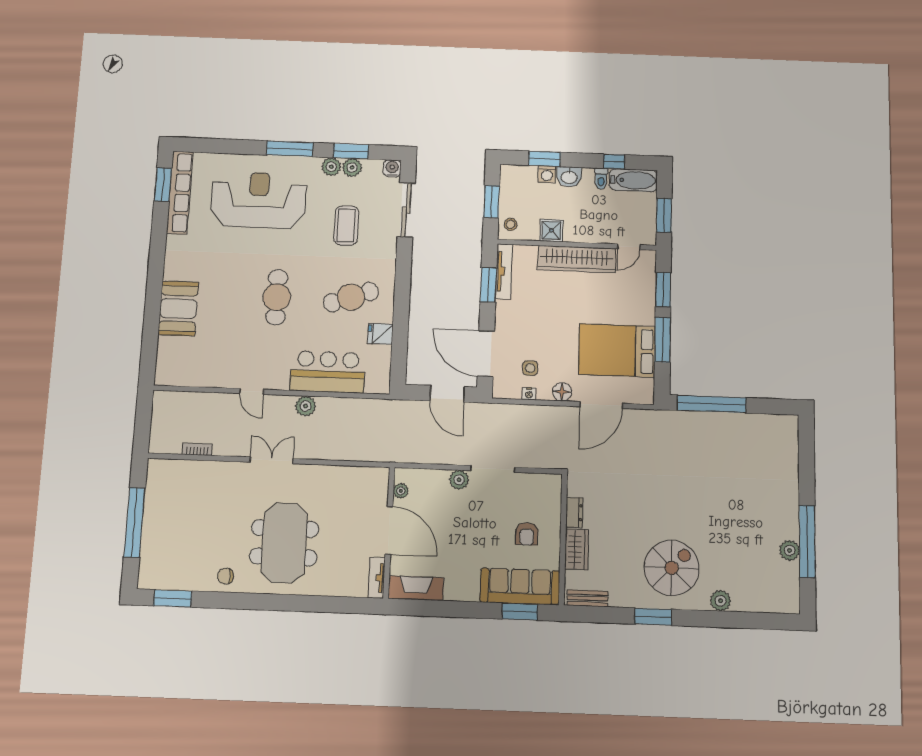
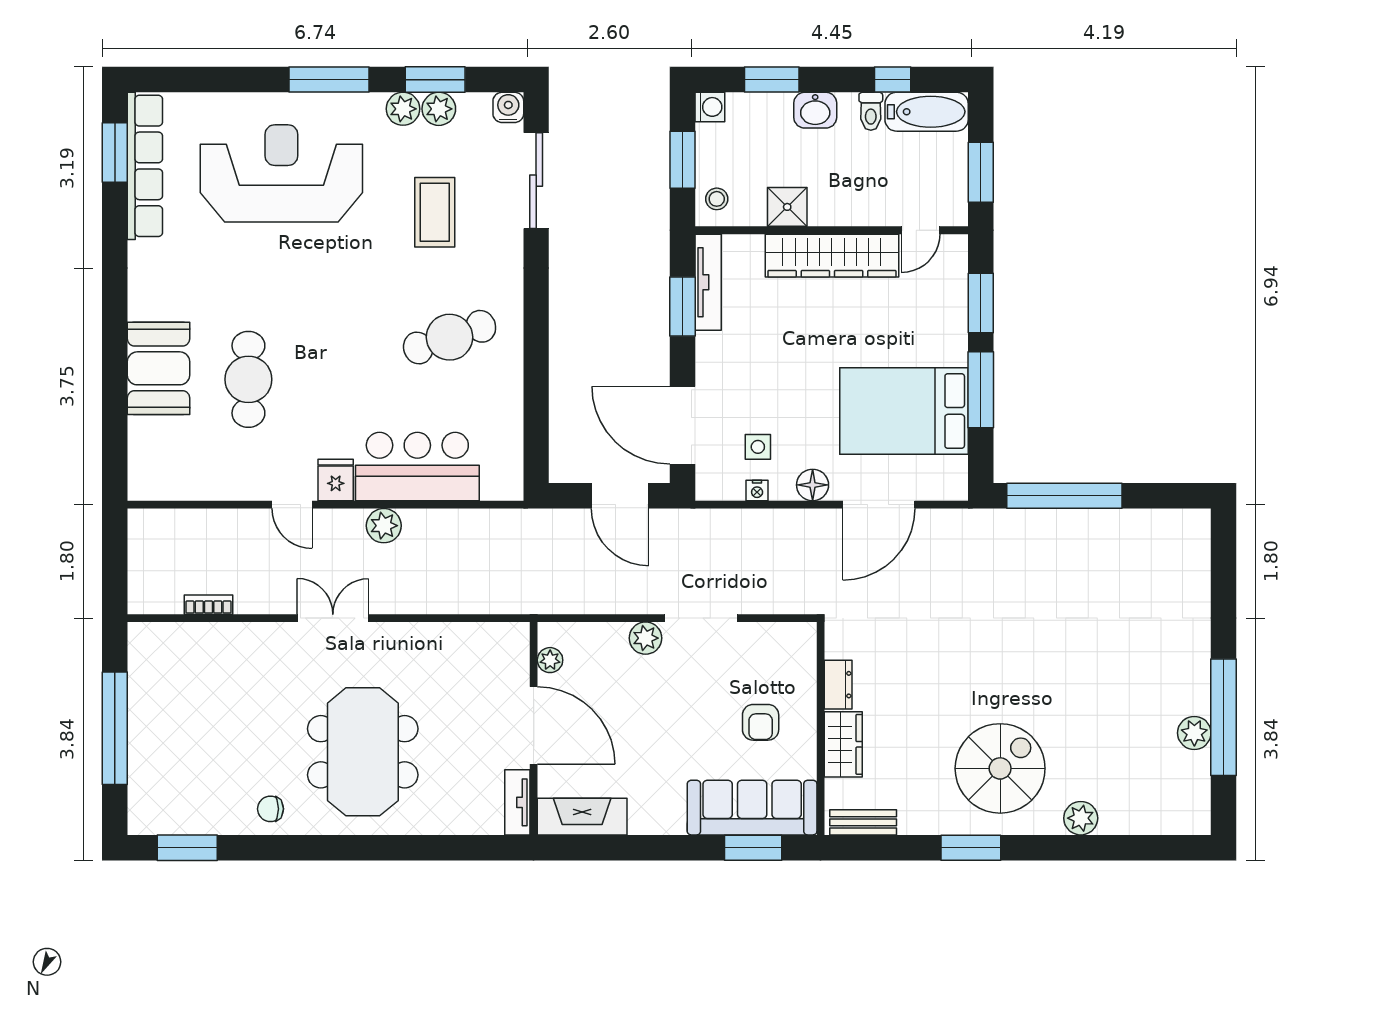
washing machine: (547, 174) -> (710, 107), moved, turned -90
cafe table: (277, 297) -> (248, 379), moved
fridge: (380, 334) -> (336, 480), moved, turned 90

